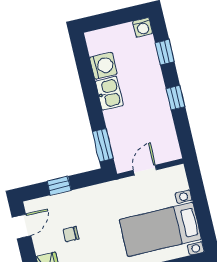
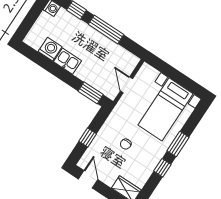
window: (175, 98) -> (106, 29), width x2.17
chair: (71, 234) -> (126, 144), moved

